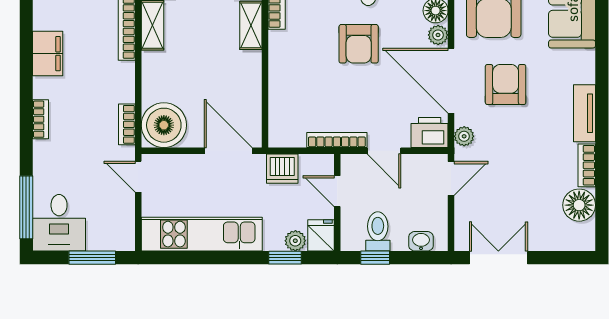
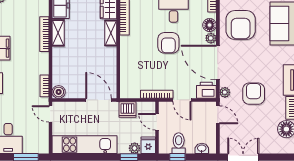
armchair: (506, 85) -> (254, 94), moved
boiler: (164, 125) -> (59, 92), width x0.54, depth x0.54
door: (451, 178) -> (218, 115), hinge flipped

